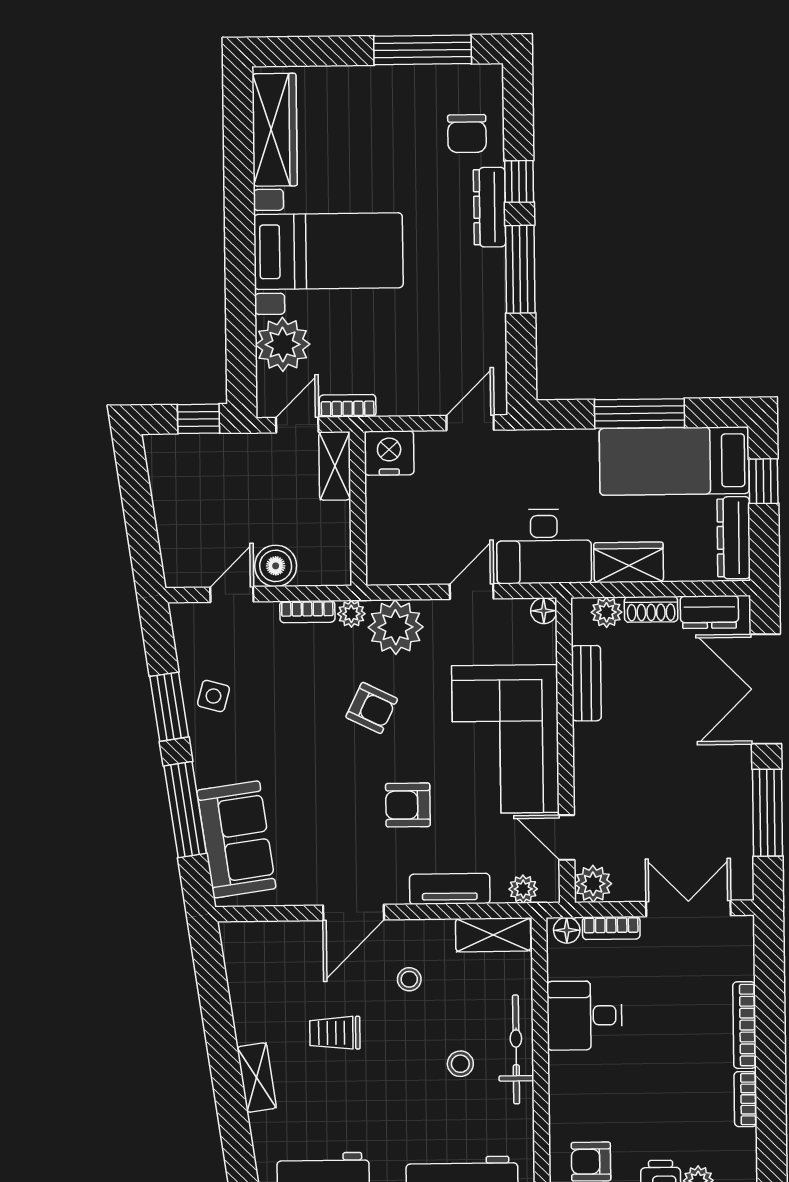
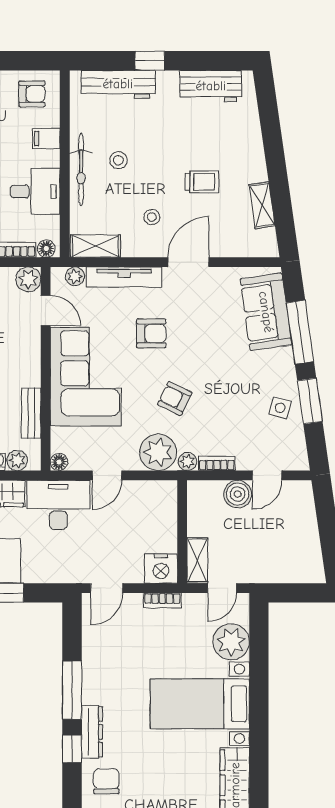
bookcase: (348, 406) -> (162, 600), moved
window: (199, 419) -> (288, 593), removed
tv unit: (450, 889) -> (124, 277), width x1.41
shelving: (257, 1078) -> (262, 205), moved
filing cabinet: (569, 1095) -> (46, 139), added

